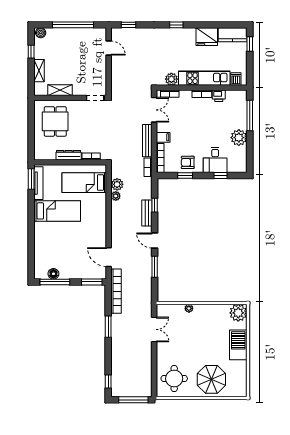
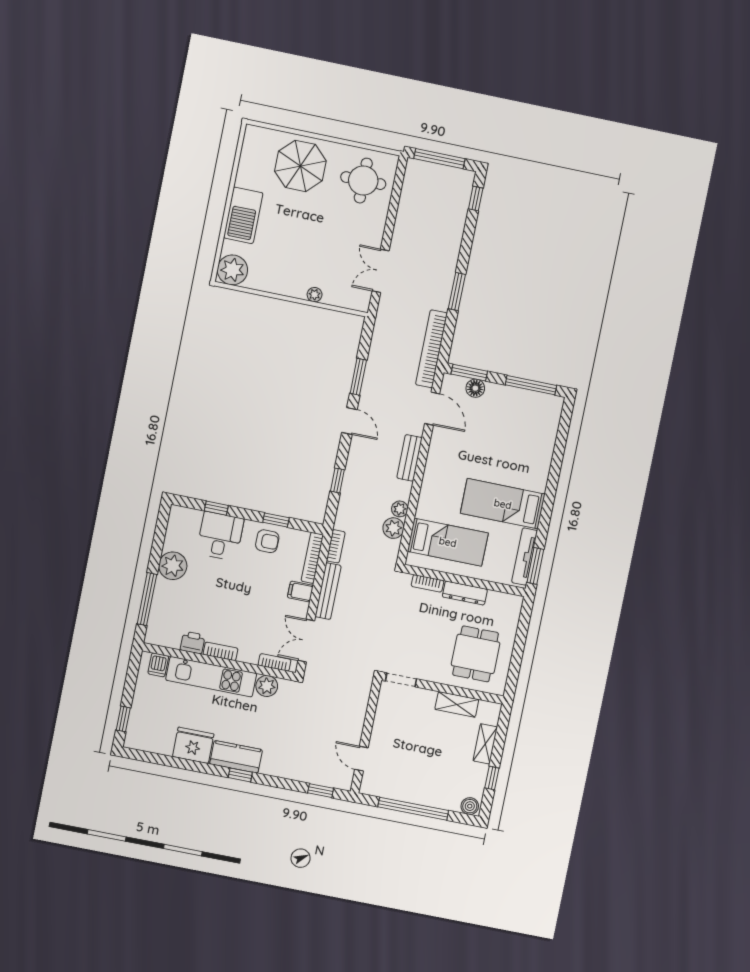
kitchen counter: (233, 35) -> (236, 757), moved
bench: (147, 213) -> (410, 458), moved
floor lamp: (53, 274) -> (475, 388), moved

